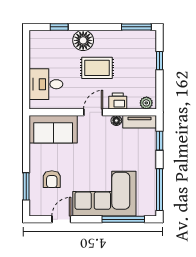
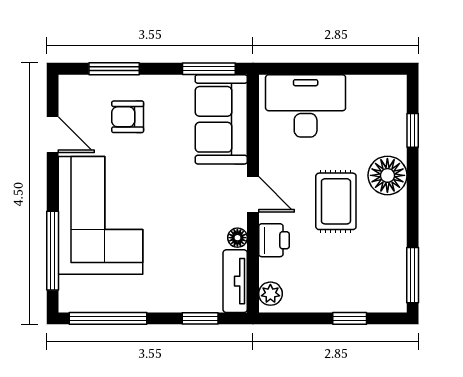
desk: (46, 84) -> (306, 106), width x1.37
window: (26, 136) -> (209, 69), added

